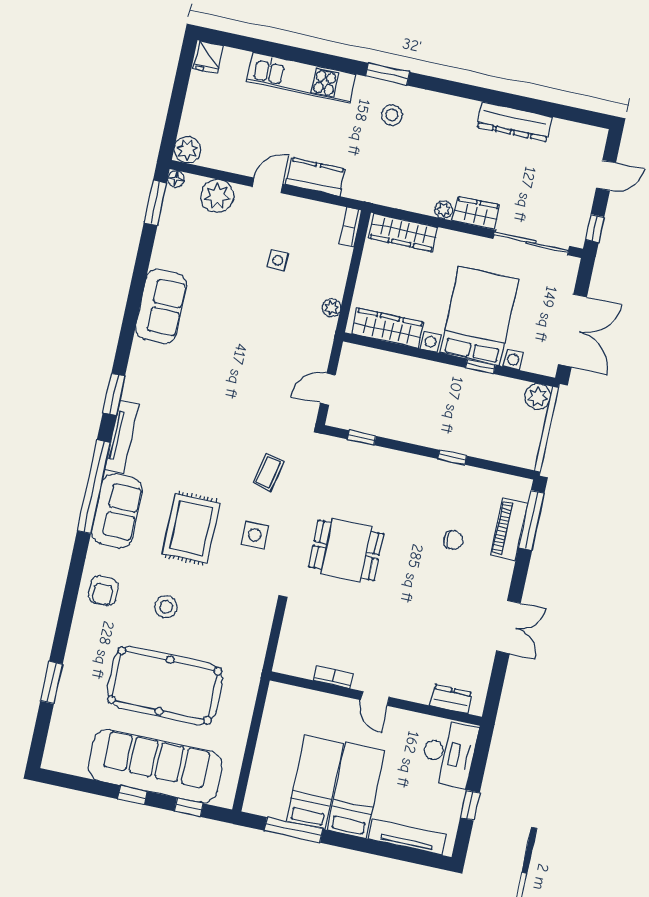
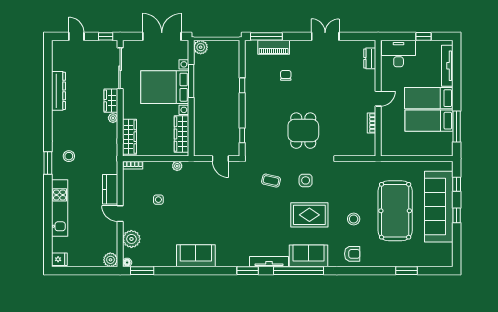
window: (480, 366) -> (191, 81), width x2.17

